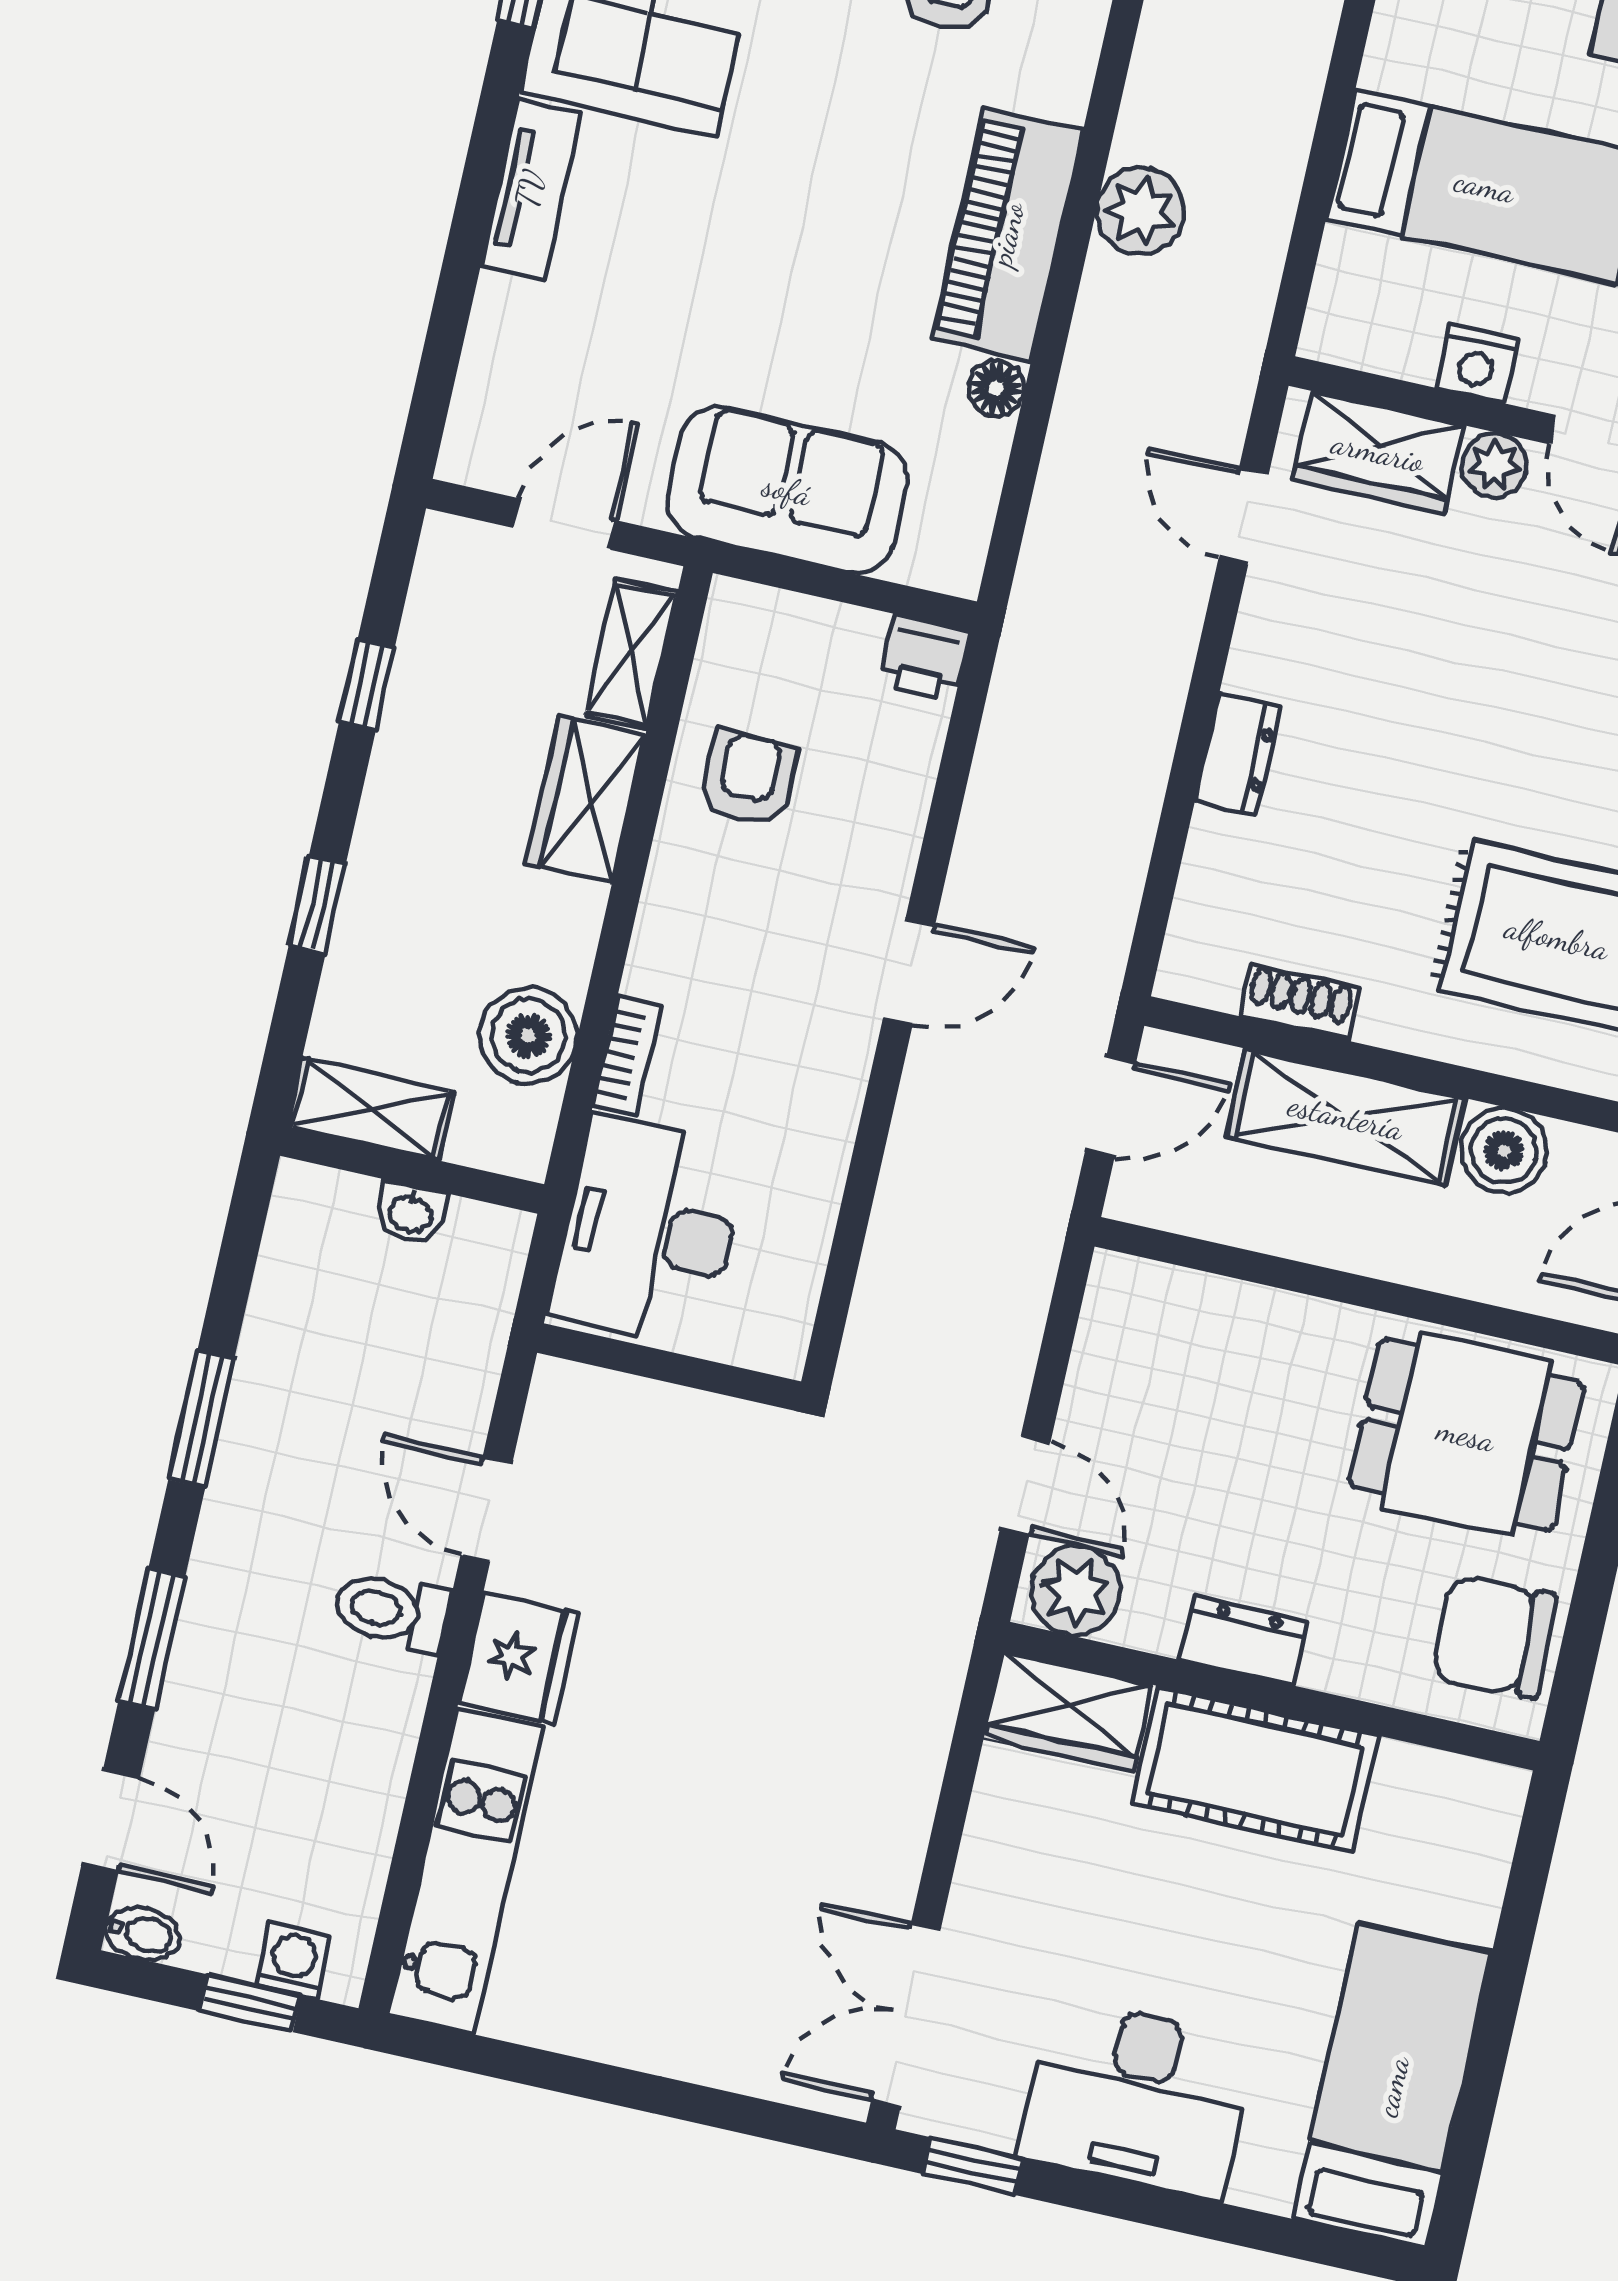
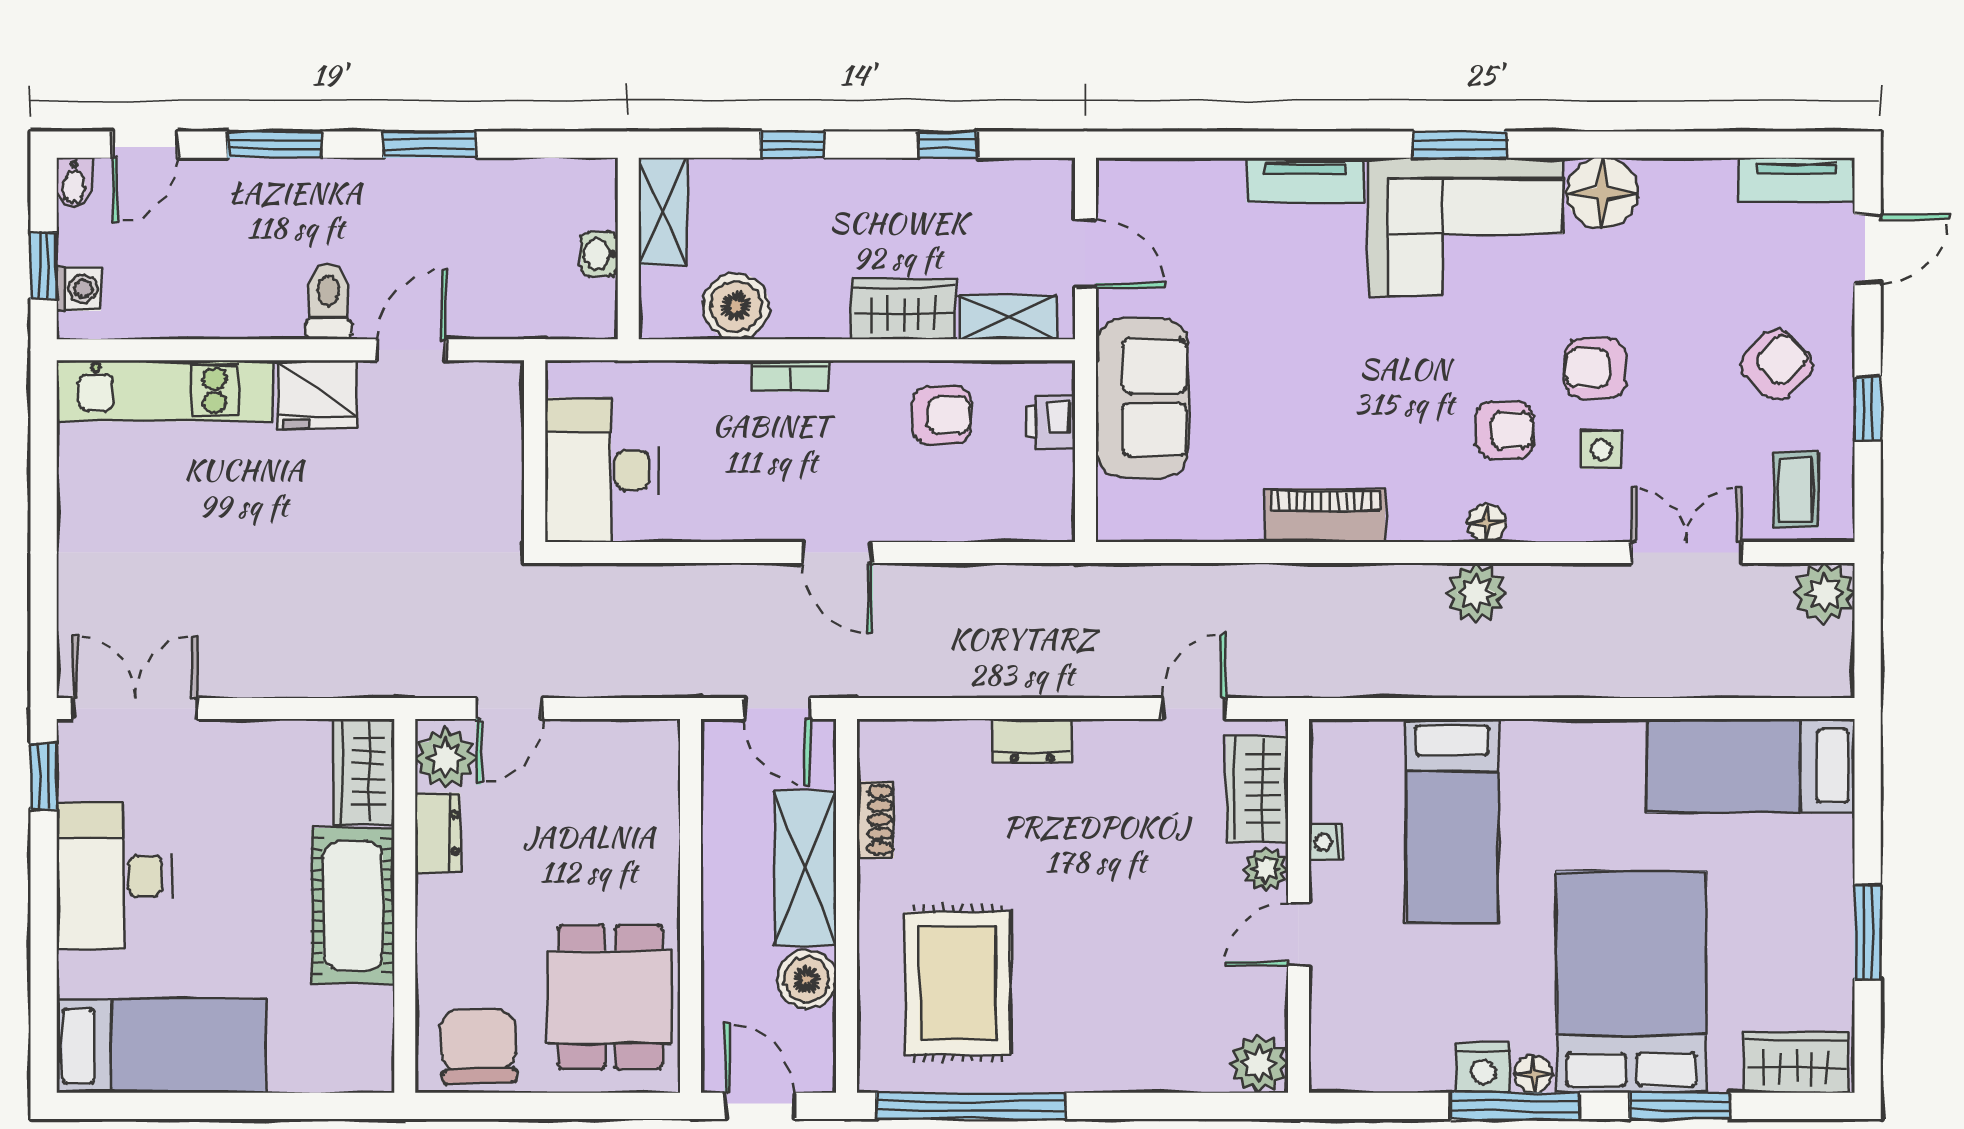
plant: (1141, 211) -> (1476, 593), moved
piano: (1007, 234) -> (1325, 515), width x0.73, depth x0.75
nightstand: (1477, 364) -> (1326, 842), width x0.72, depth x0.74
floor lamp: (996, 388) -> (1487, 523), moved
printer: (924, 657) -> (1051, 421), moved
bookcase: (627, 1056) -> (791, 376), moved
desk: (649, 1232) -> (602, 470), moved, turned -90
dresser: (1244, 1641) -> (438, 833), moved

